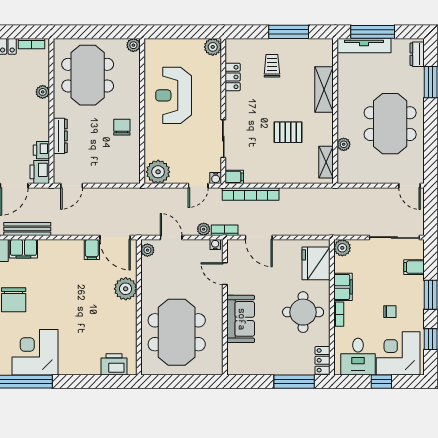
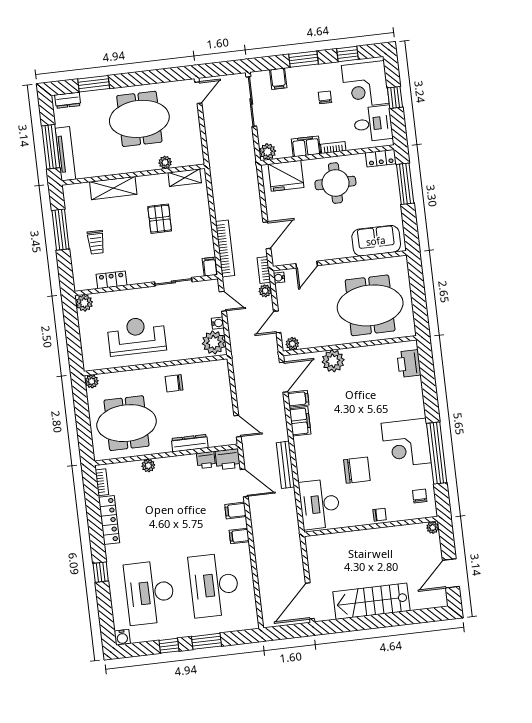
trolley: (272, 66) -> (96, 242), turned -90
reception desk: (174, 95) -> (137, 336), turned 180
water cooler: (216, 178) -> (218, 323), moved
filing cabinet: (23, 249) -> (300, 421), moved
sofa: (241, 319) -> (376, 241), moved

